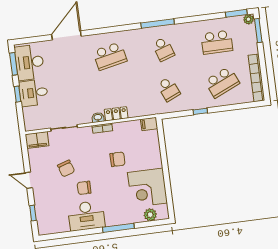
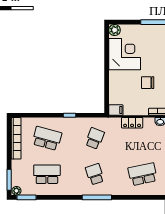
school desk: (222, 82) -> (47, 138), turned 39
school desk: (169, 89) -> (95, 138), turned 45
locker: (116, 114) -> (132, 123), moved
plant: (150, 215) -> (115, 30), moved

